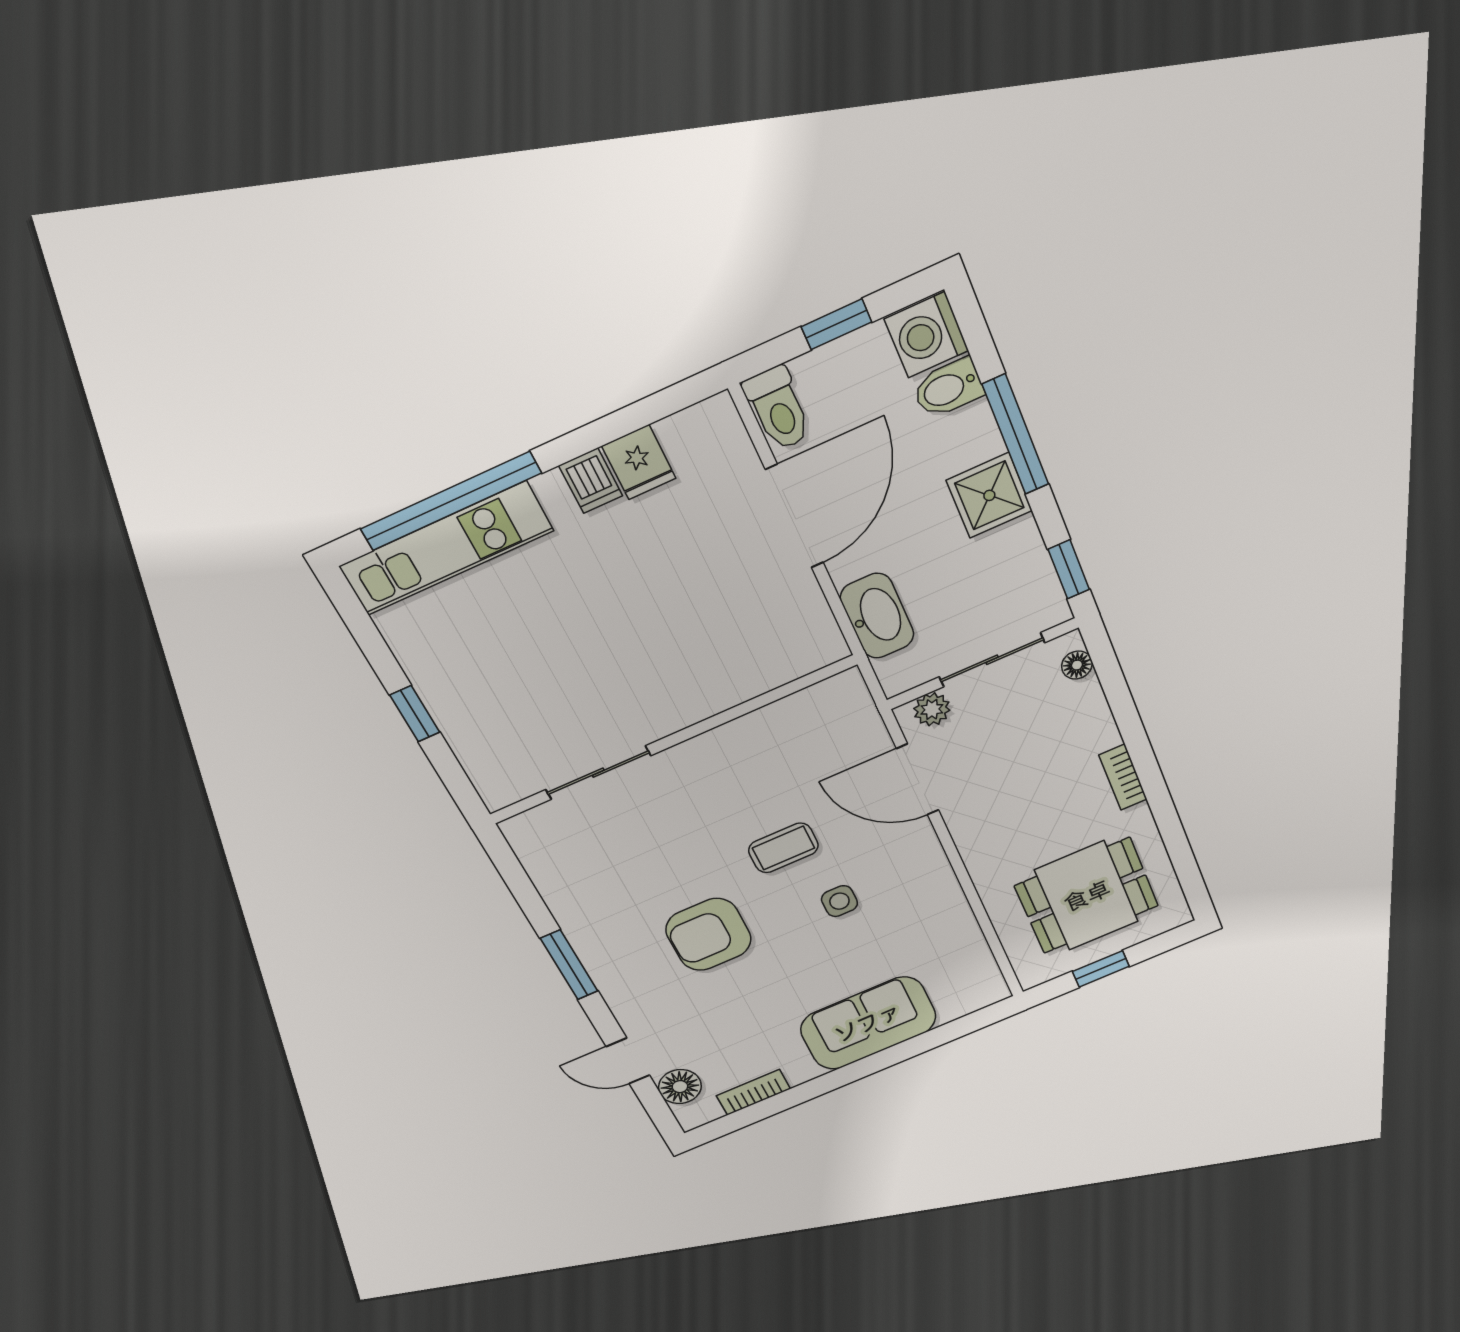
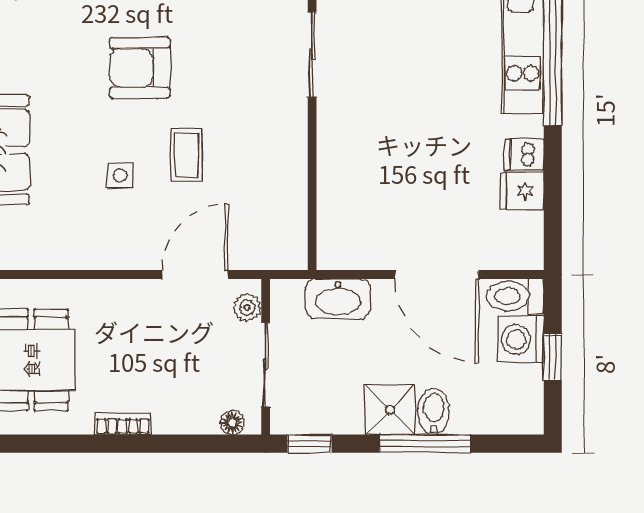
washing machine: (927, 335) -> (521, 339), moved, turned -90
bidet: (948, 388) -> (434, 412), moved
armchair: (709, 935) -> (140, 68), turned -90

